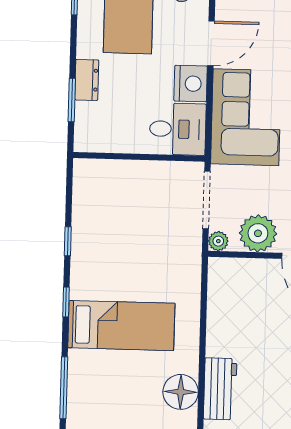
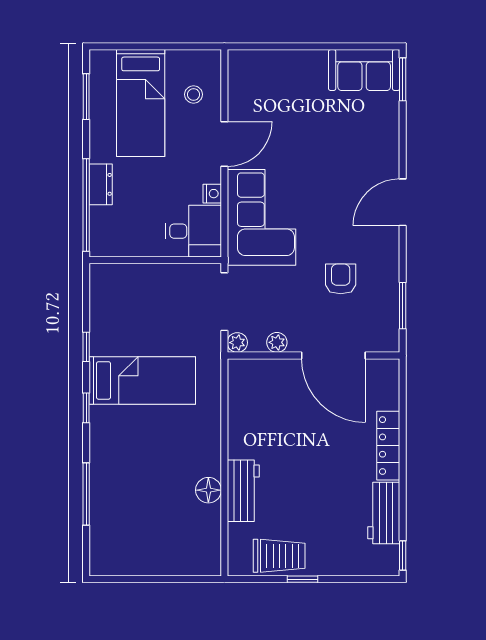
nightstand: (191, 84) -> (212, 194), width x0.53, depth x0.56
window: (72, 100) -> (86, 205), width x2.11
plant: (258, 233) -> (277, 342), width x0.53, depth x0.53
bed: (121, 326) -> (142, 380), moved
floor lamp: (181, 392) -> (208, 490), width x0.73, depth x0.73

